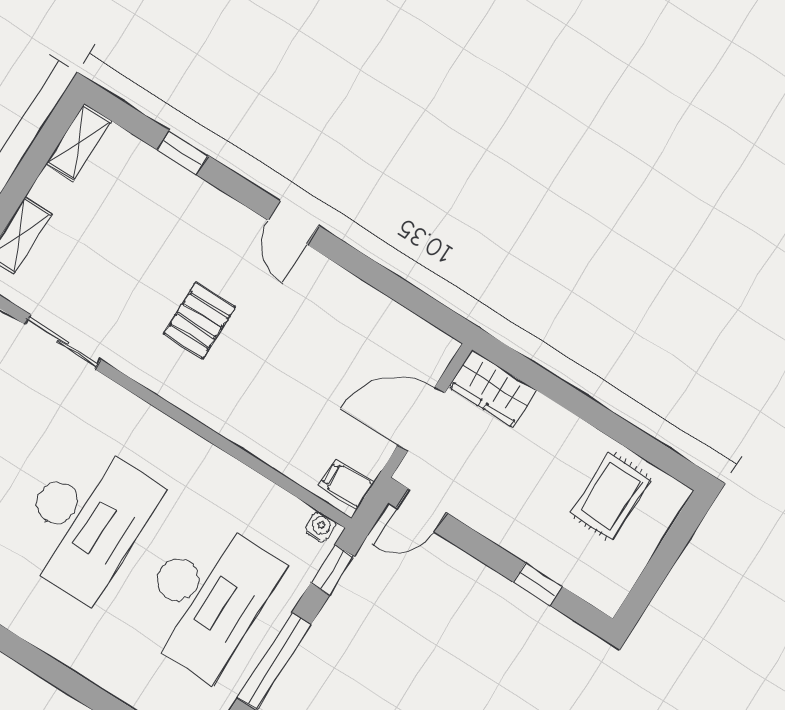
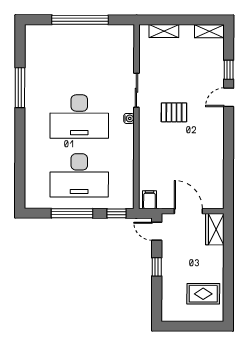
door: (293, 223) -> (229, 97), moved
sliding door: (63, 342) -> (136, 90), moved
water cooler: (320, 527) -> (129, 118), moved
window: (538, 584) -> (157, 267), moved

